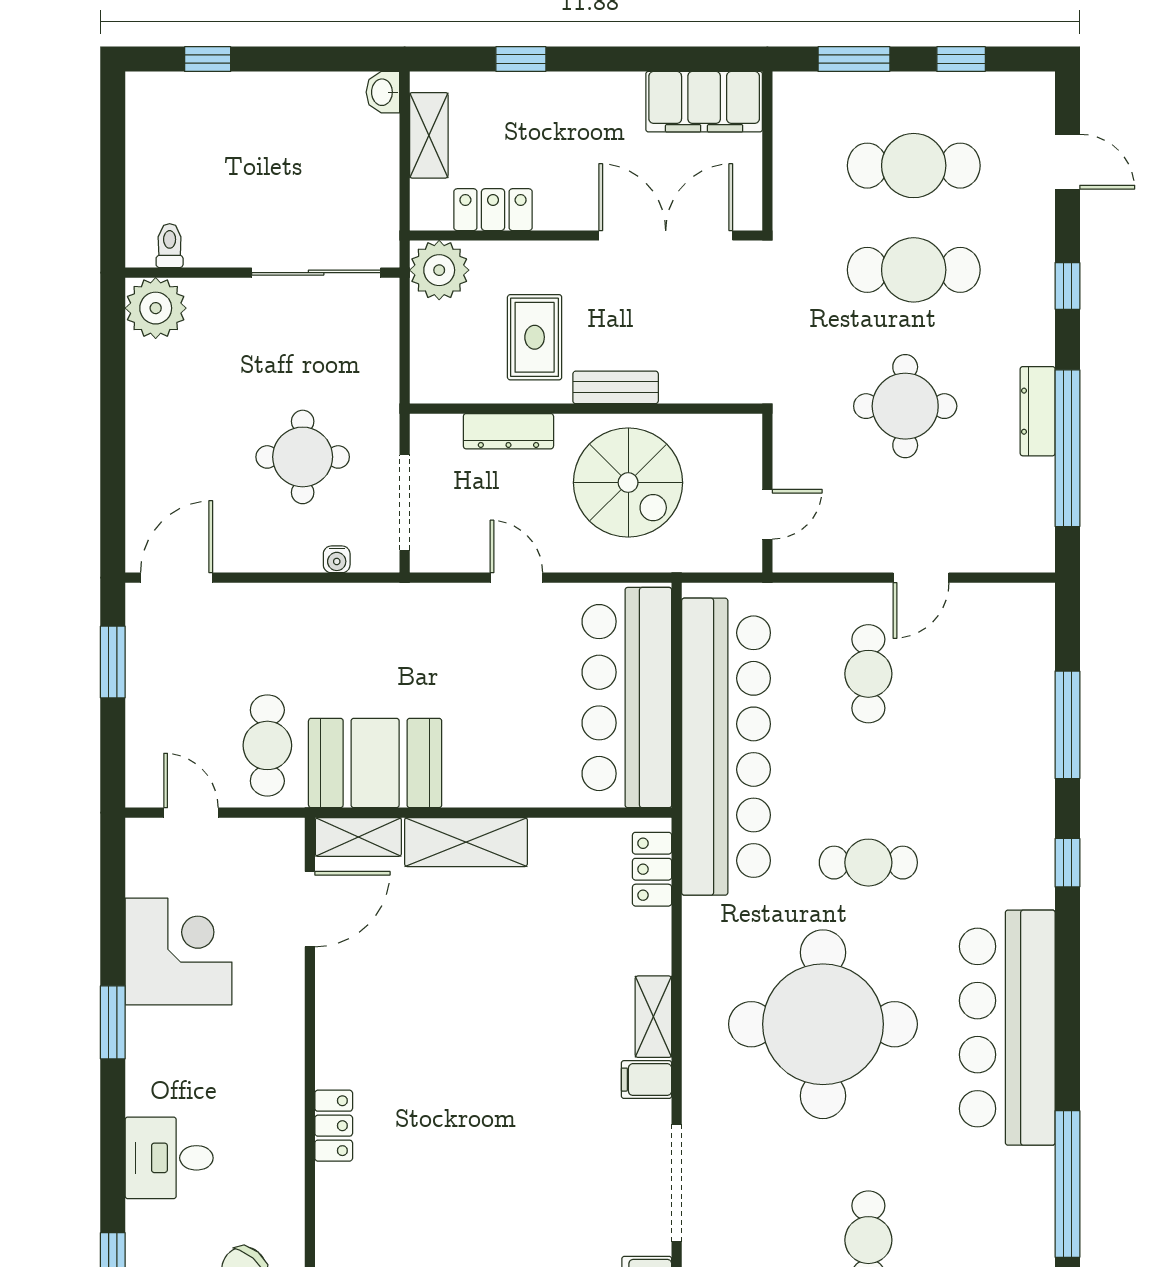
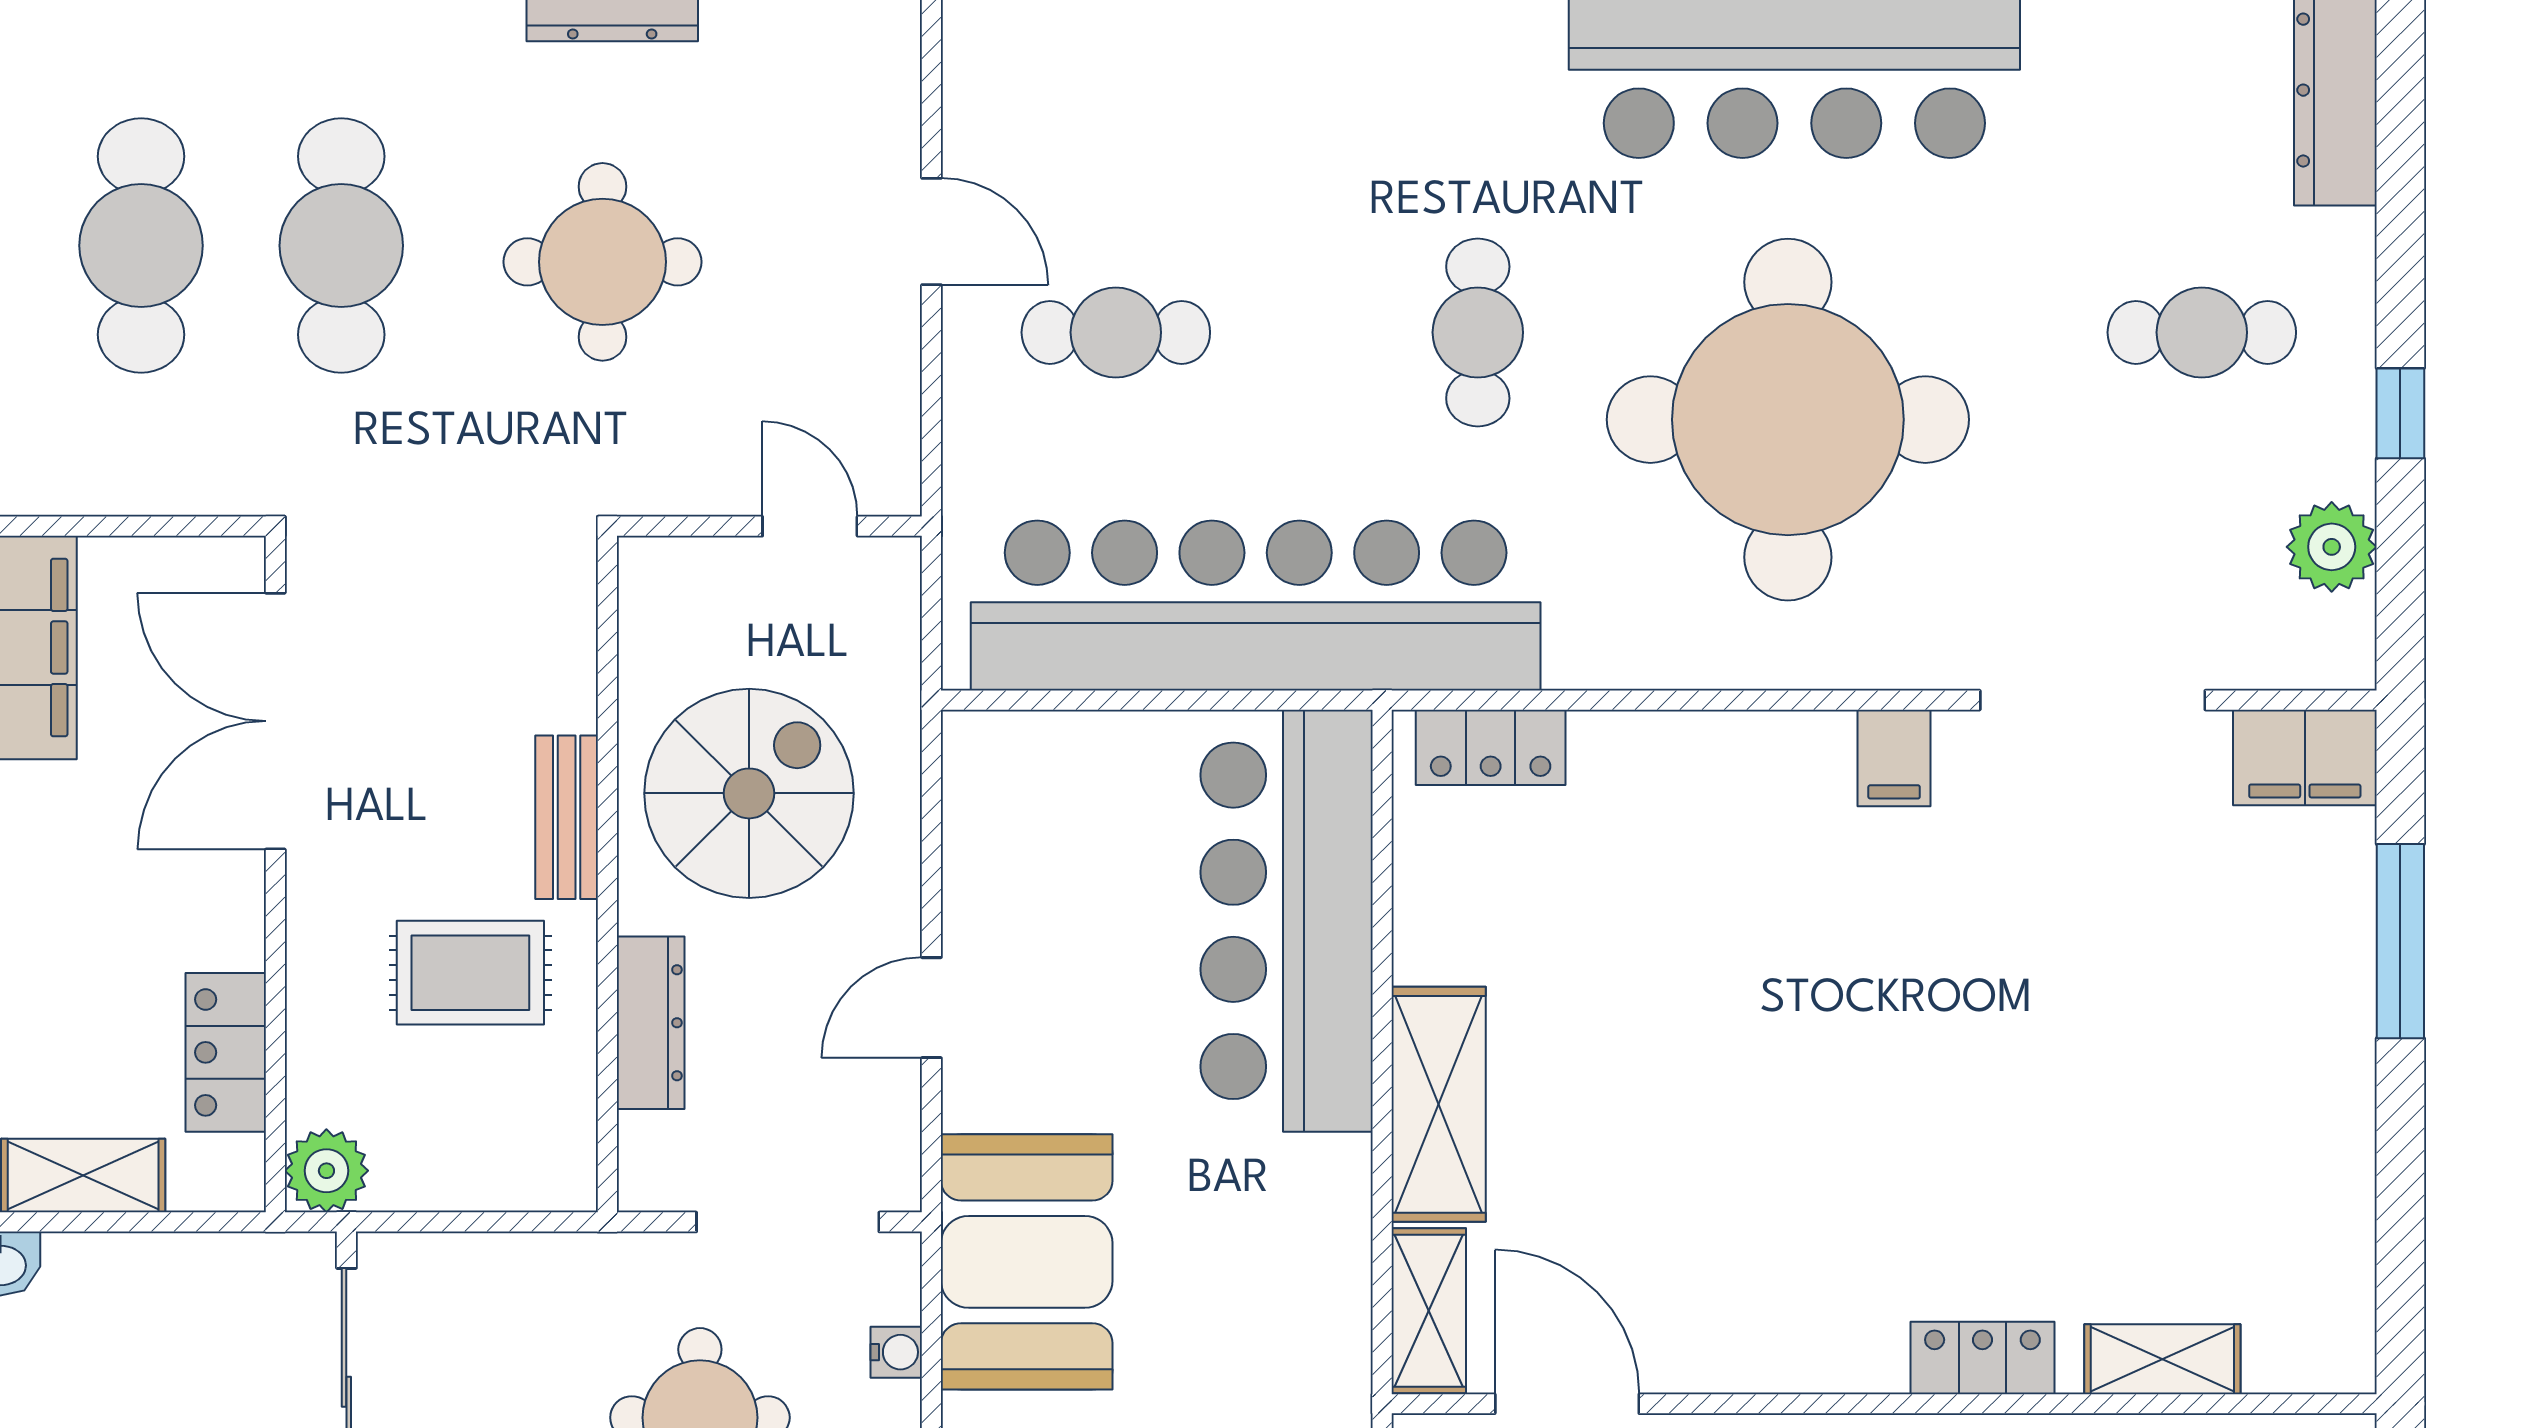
plant: (439, 270) -> (326, 1171), width x0.73, depth x0.73
bar counter: (627, 698) -> (1287, 921), moved, turned 90
booth: (375, 763) -> (1027, 1262), moved
shelving: (653, 1017) -> (2162, 1359), moved

